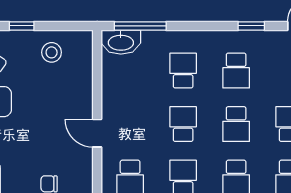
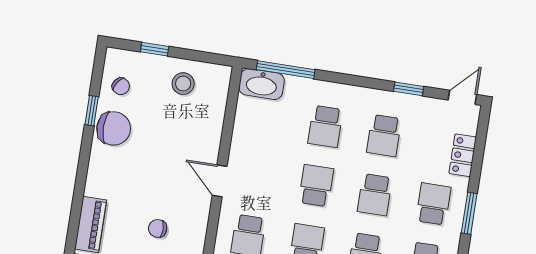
school desk: (183, 71) -> (325, 126), turned 180

